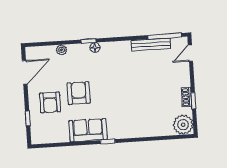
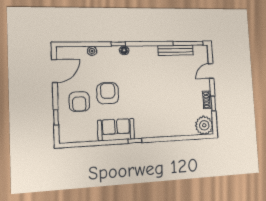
door: (190, 53) -> (211, 71), moved

